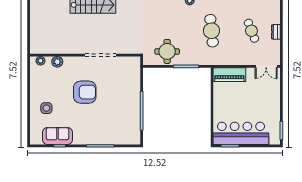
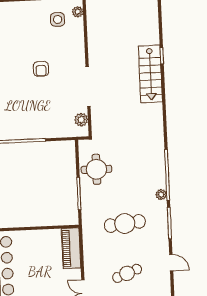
plant: (57, 62) -> (81, 120), moved
armchair: (85, 92) -> (41, 69), width x0.53, depth x0.53
side table: (46, 108) -> (58, 19), moved

